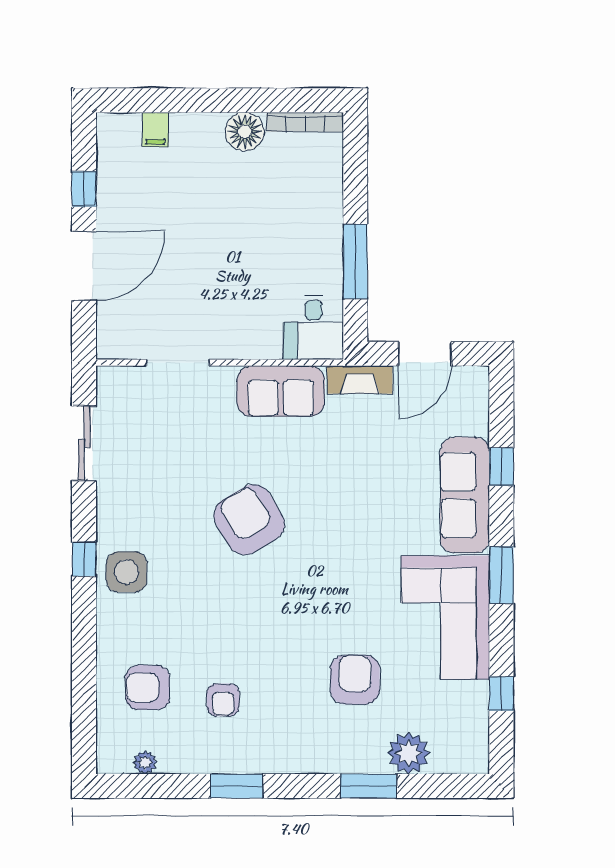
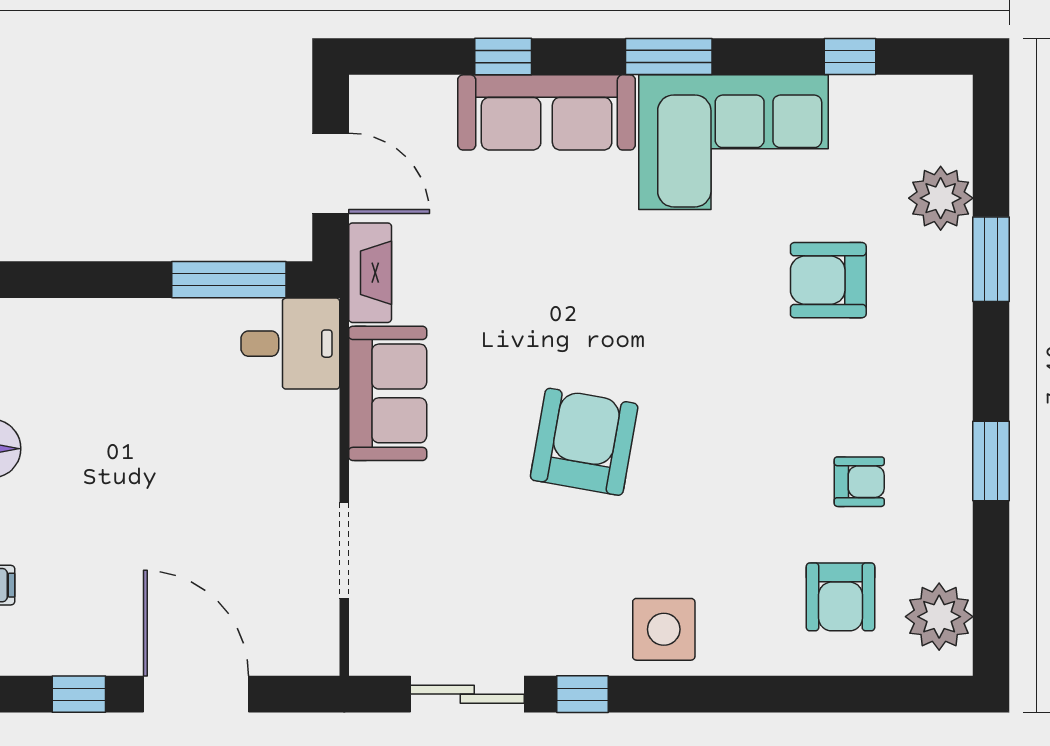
window: (355, 261) -> (229, 280), moved
armchair: (249, 520) -> (584, 442), turned 131
window: (84, 559) -> (583, 694), moved
plant: (145, 762) -> (939, 617), width x1.88, depth x1.88

